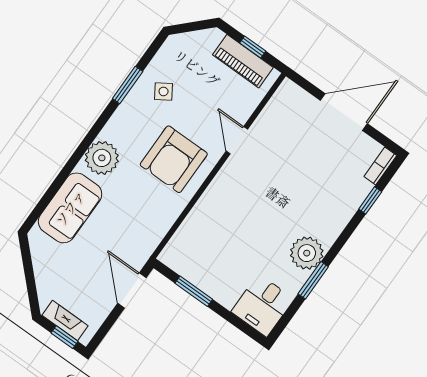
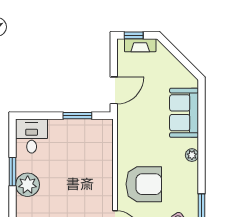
plant: (102, 158) -> (192, 155), width x0.53, depth x0.53
armchair: (174, 159) -> (144, 184), turned 90
door: (132, 291) -> (114, 90), hinge flipped

